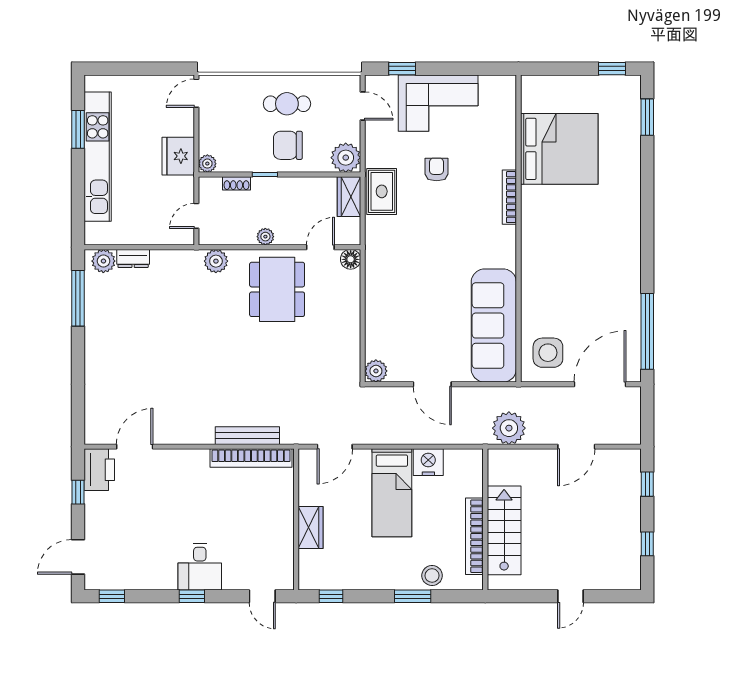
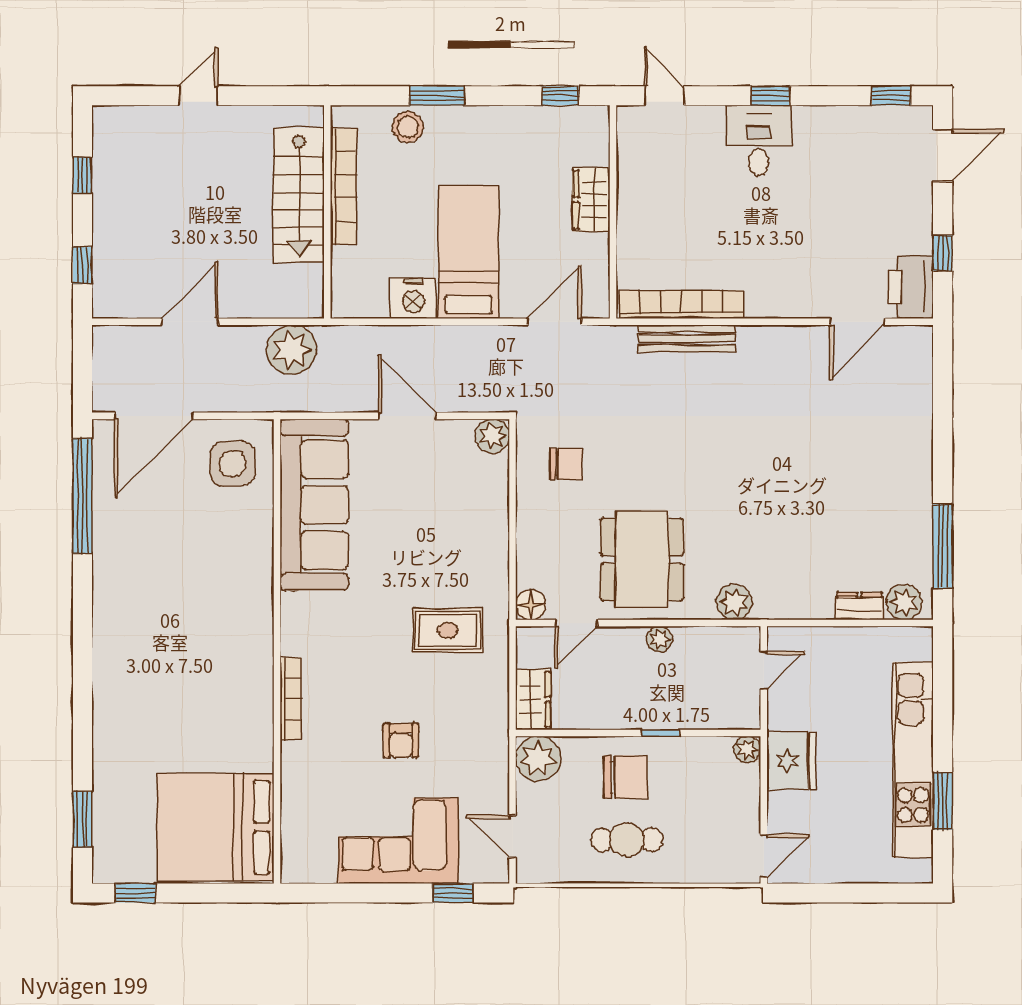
bed: (559, 149) -> (216, 827), moved
shoe rack: (237, 183) -> (703, 720), removed
rug: (382, 191) -> (448, 630), moved, turned 90
chair: (327, 353) -> (566, 464), added

